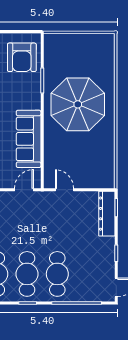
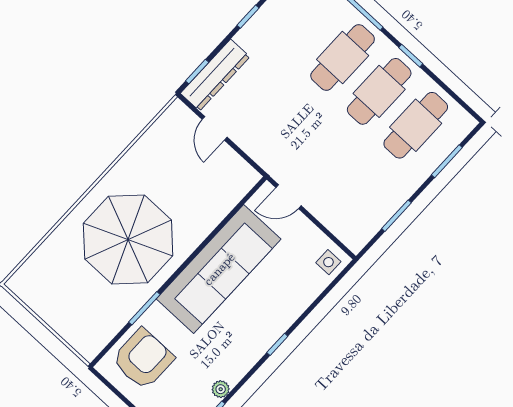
sofa: (29, 139) -> (219, 269), width x1.36, depth x1.27
door: (65, 190) -> (215, 128), moved

